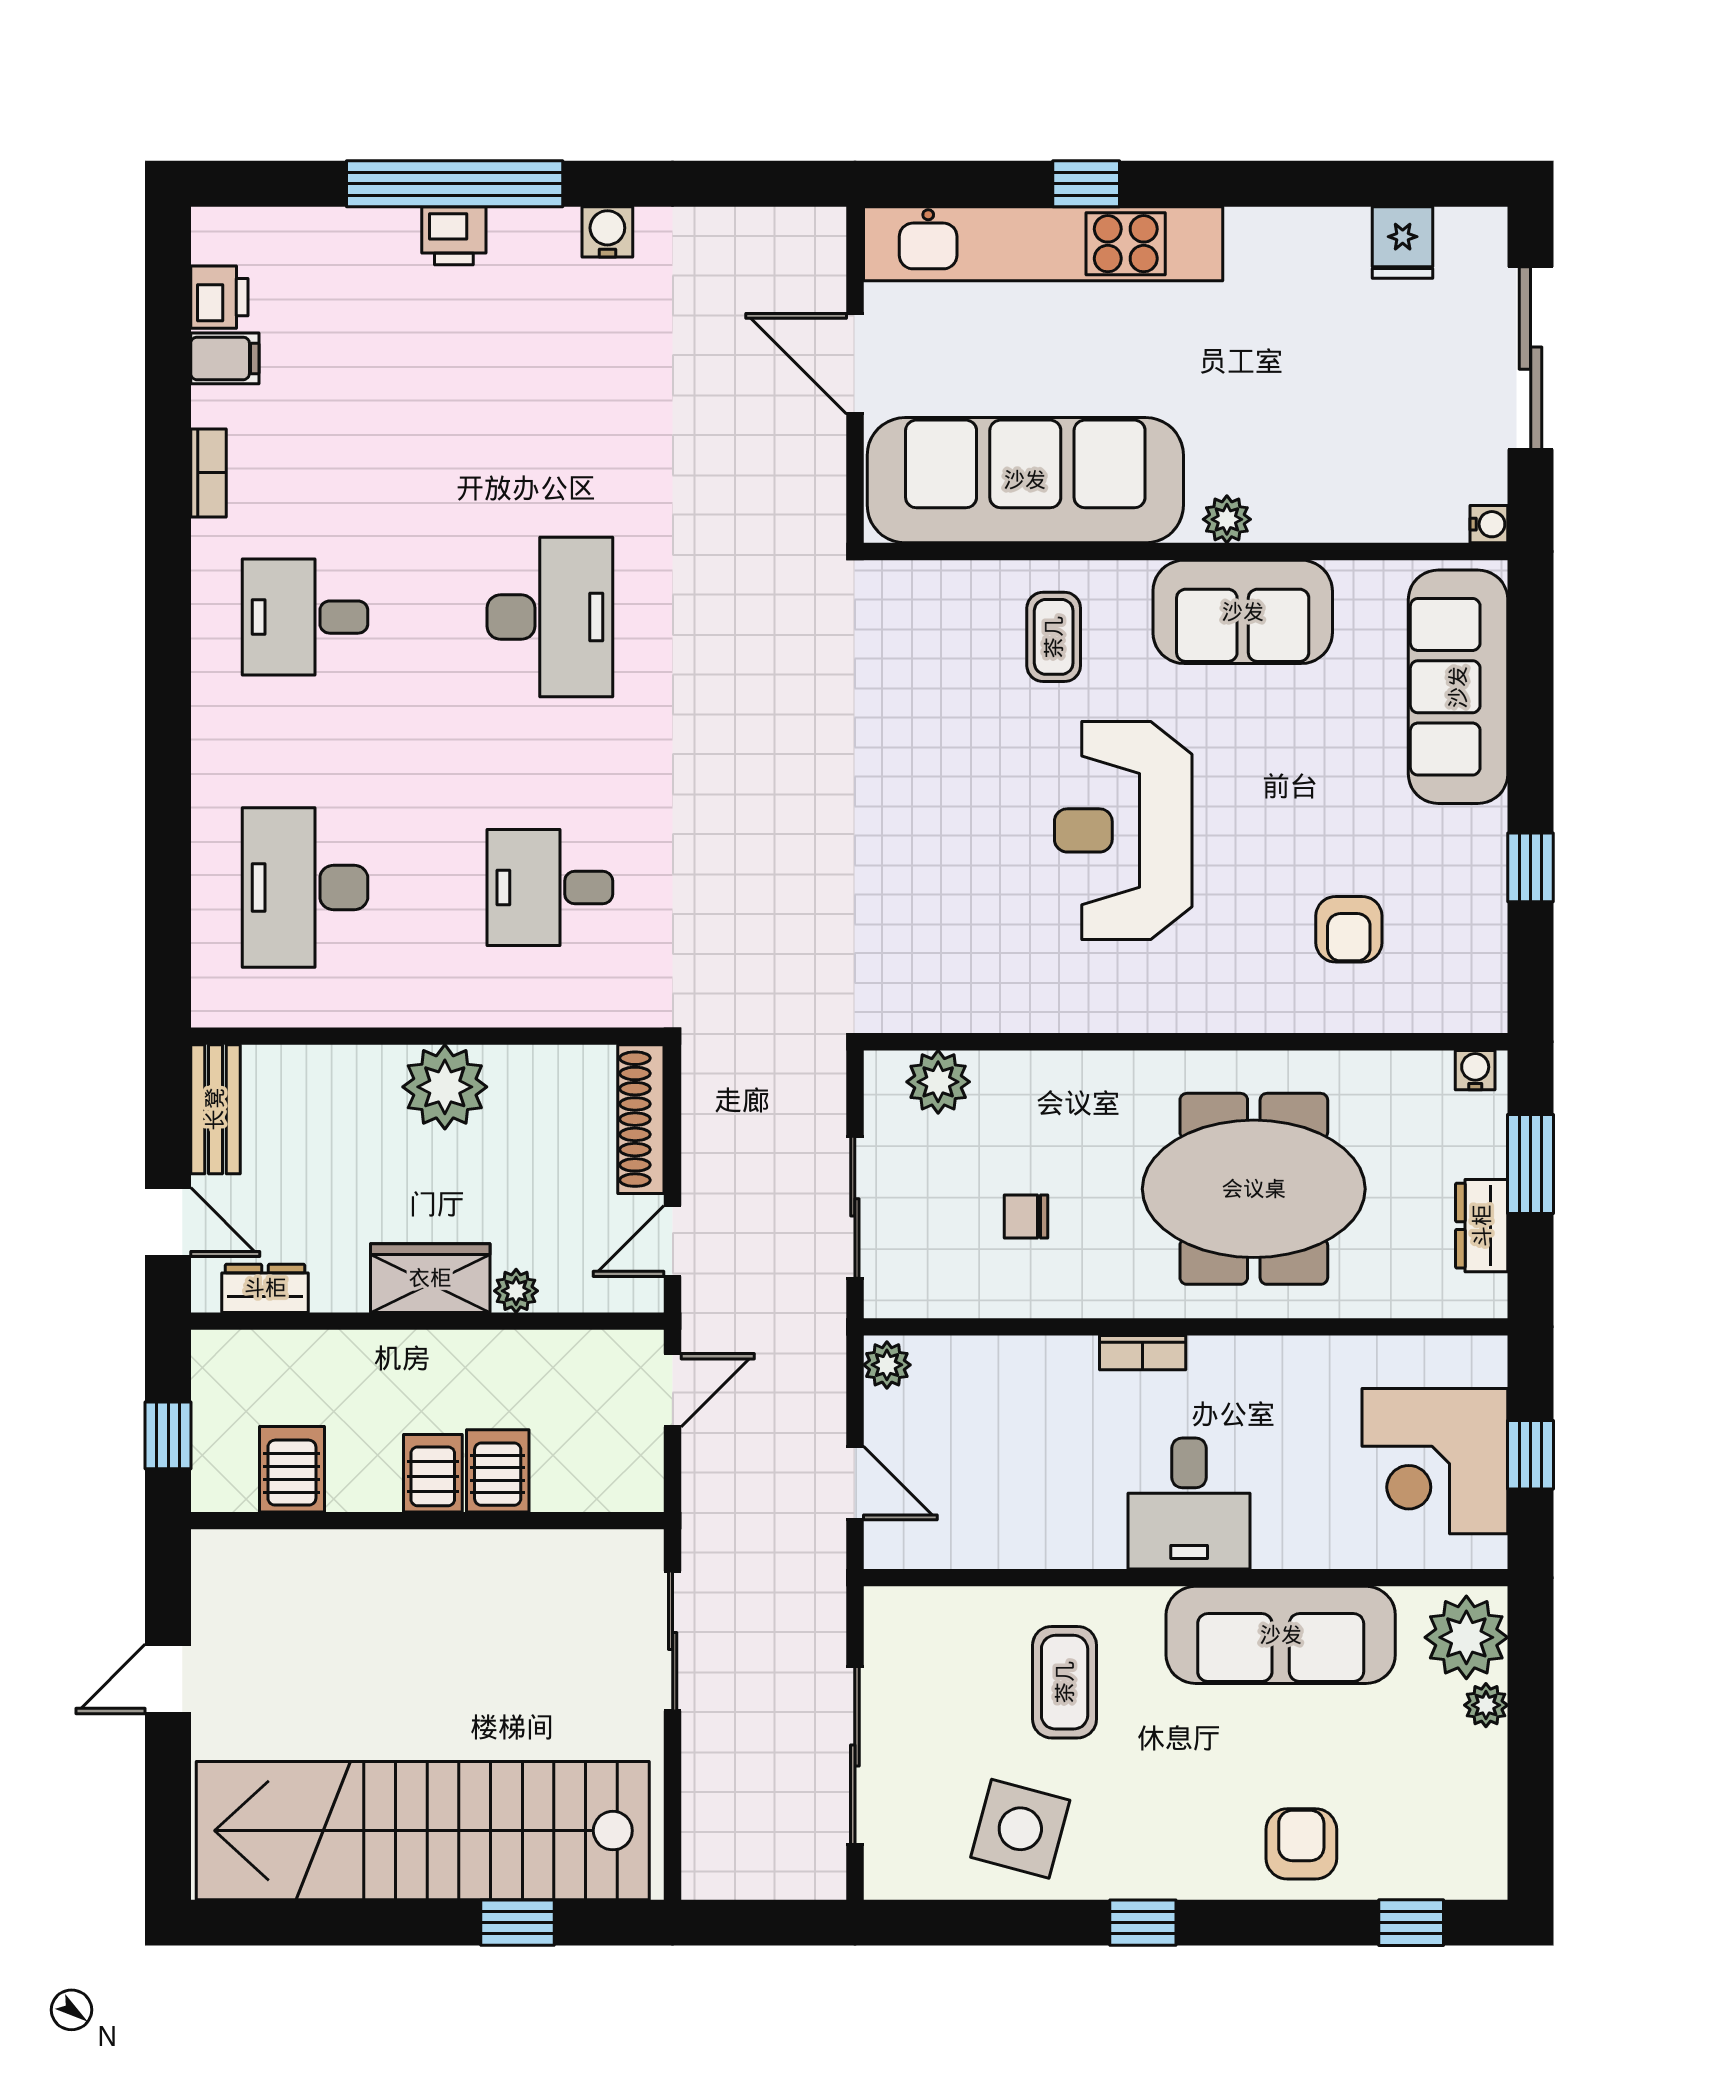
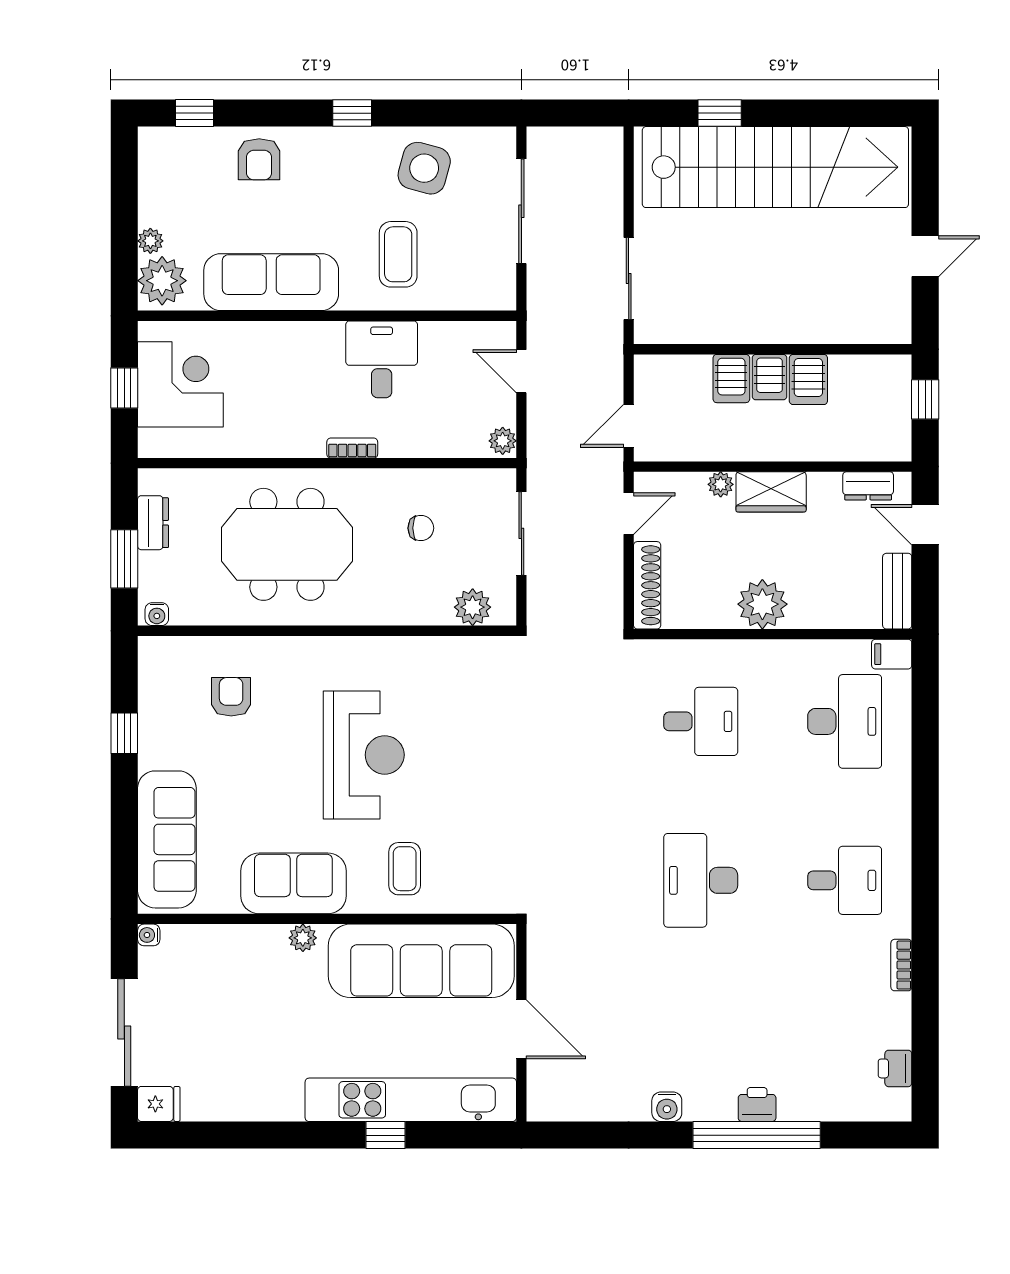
fridge: (1403, 242) -> (159, 1104), moved, turned 90
filing cabinet: (225, 358) -> (892, 654), moved
server rack: (292, 1469) -> (808, 380), moved
desk: (1189, 1504) -> (382, 359), moved

